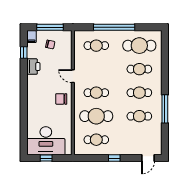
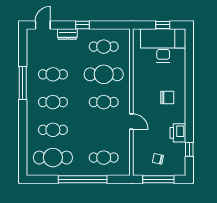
filing cabinet: (32, 37) -> (180, 168), removed
chair: (61, 99) -> (167, 98), moved
dresser: (127, 150) -> (67, 34), added

